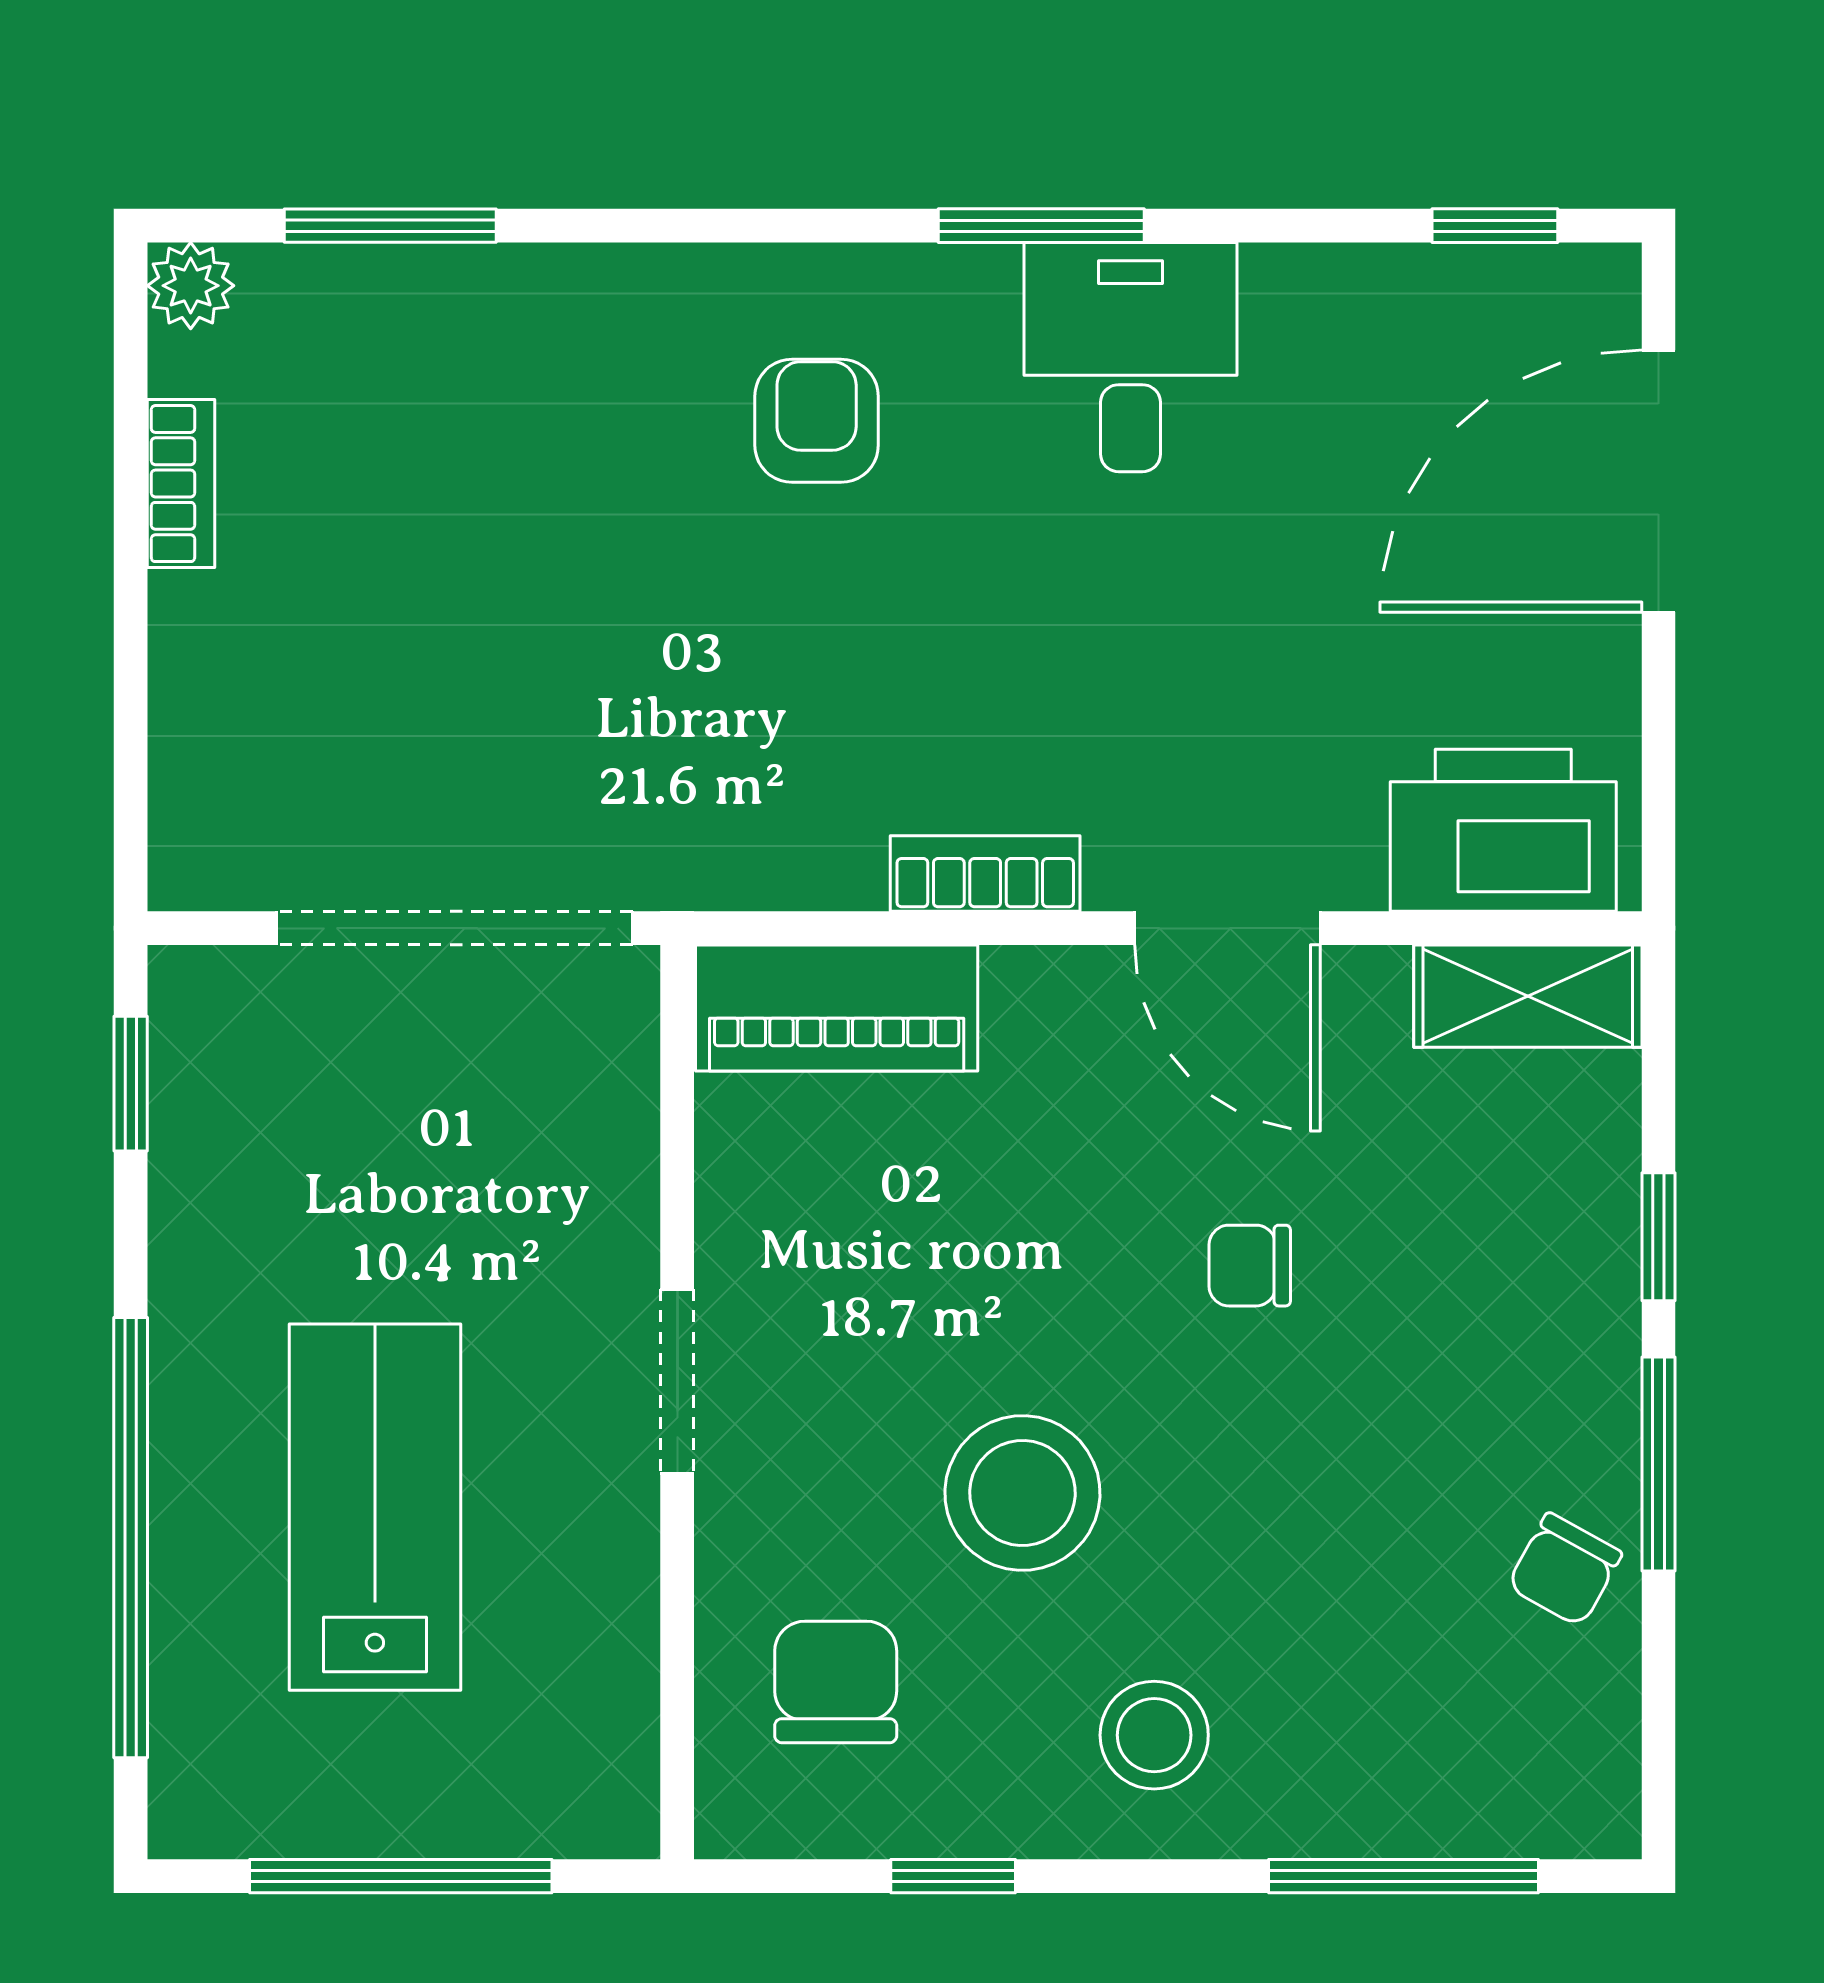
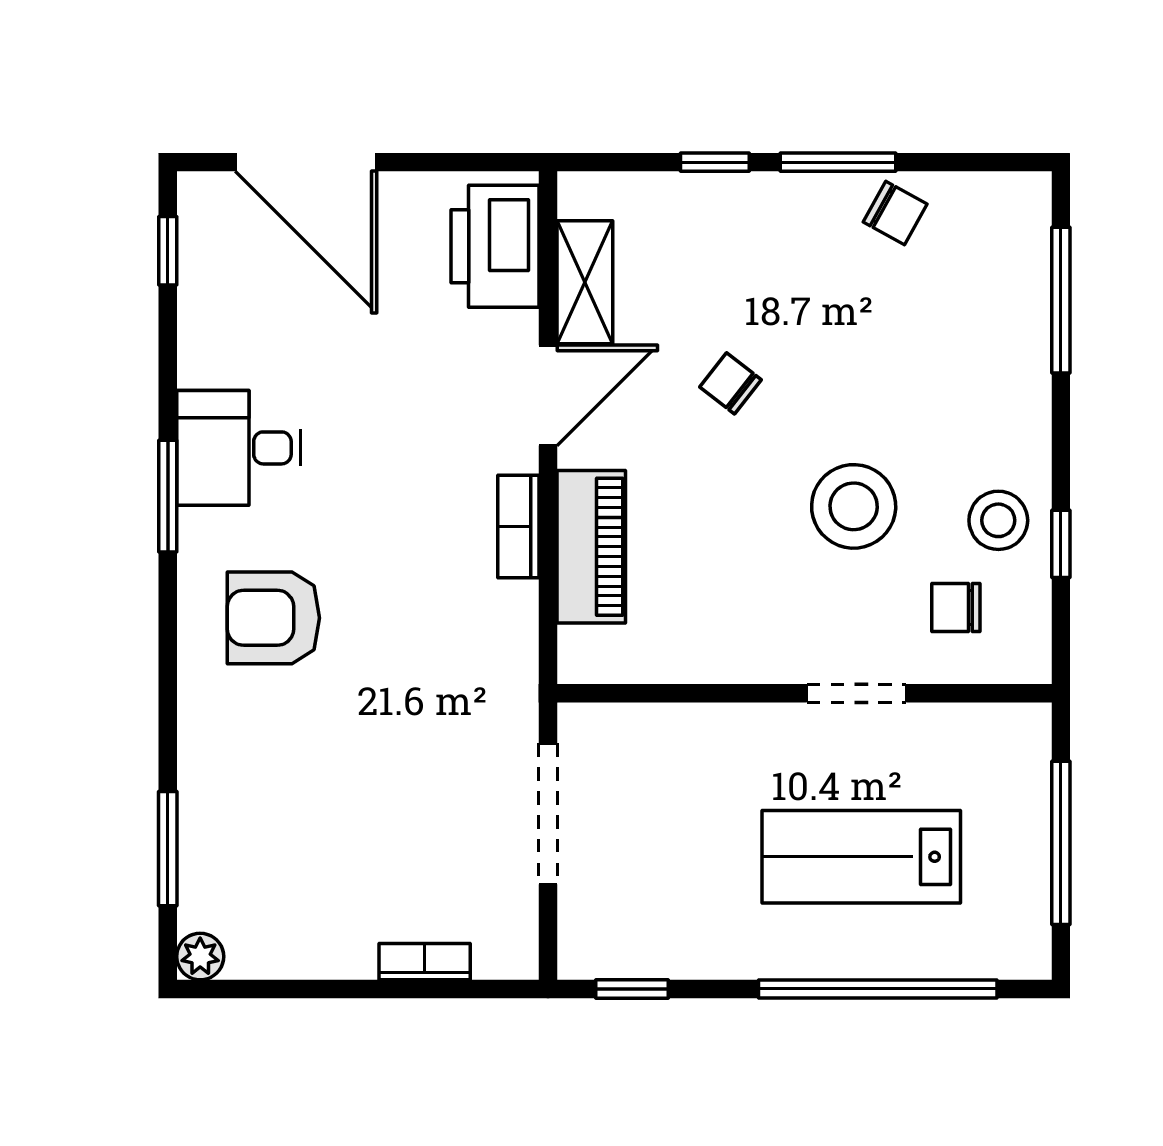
armchair: (817, 421) -> (273, 618), width x1.38, depth x1.38
bookcase: (181, 484) -> (425, 962), moved
doorway: (455, 928) -> (548, 814), width x0.73
shelving: (1528, 996) -> (585, 282), moved
piano: (837, 1008) -> (591, 547), moved
chair: (1250, 1266) -> (731, 383), turned 128
doorway: (677, 1381) -> (857, 693), moved
chair: (836, 1682) -> (956, 607), width x0.73, depth x0.73
stool: (1154, 1735) -> (998, 520), moved

